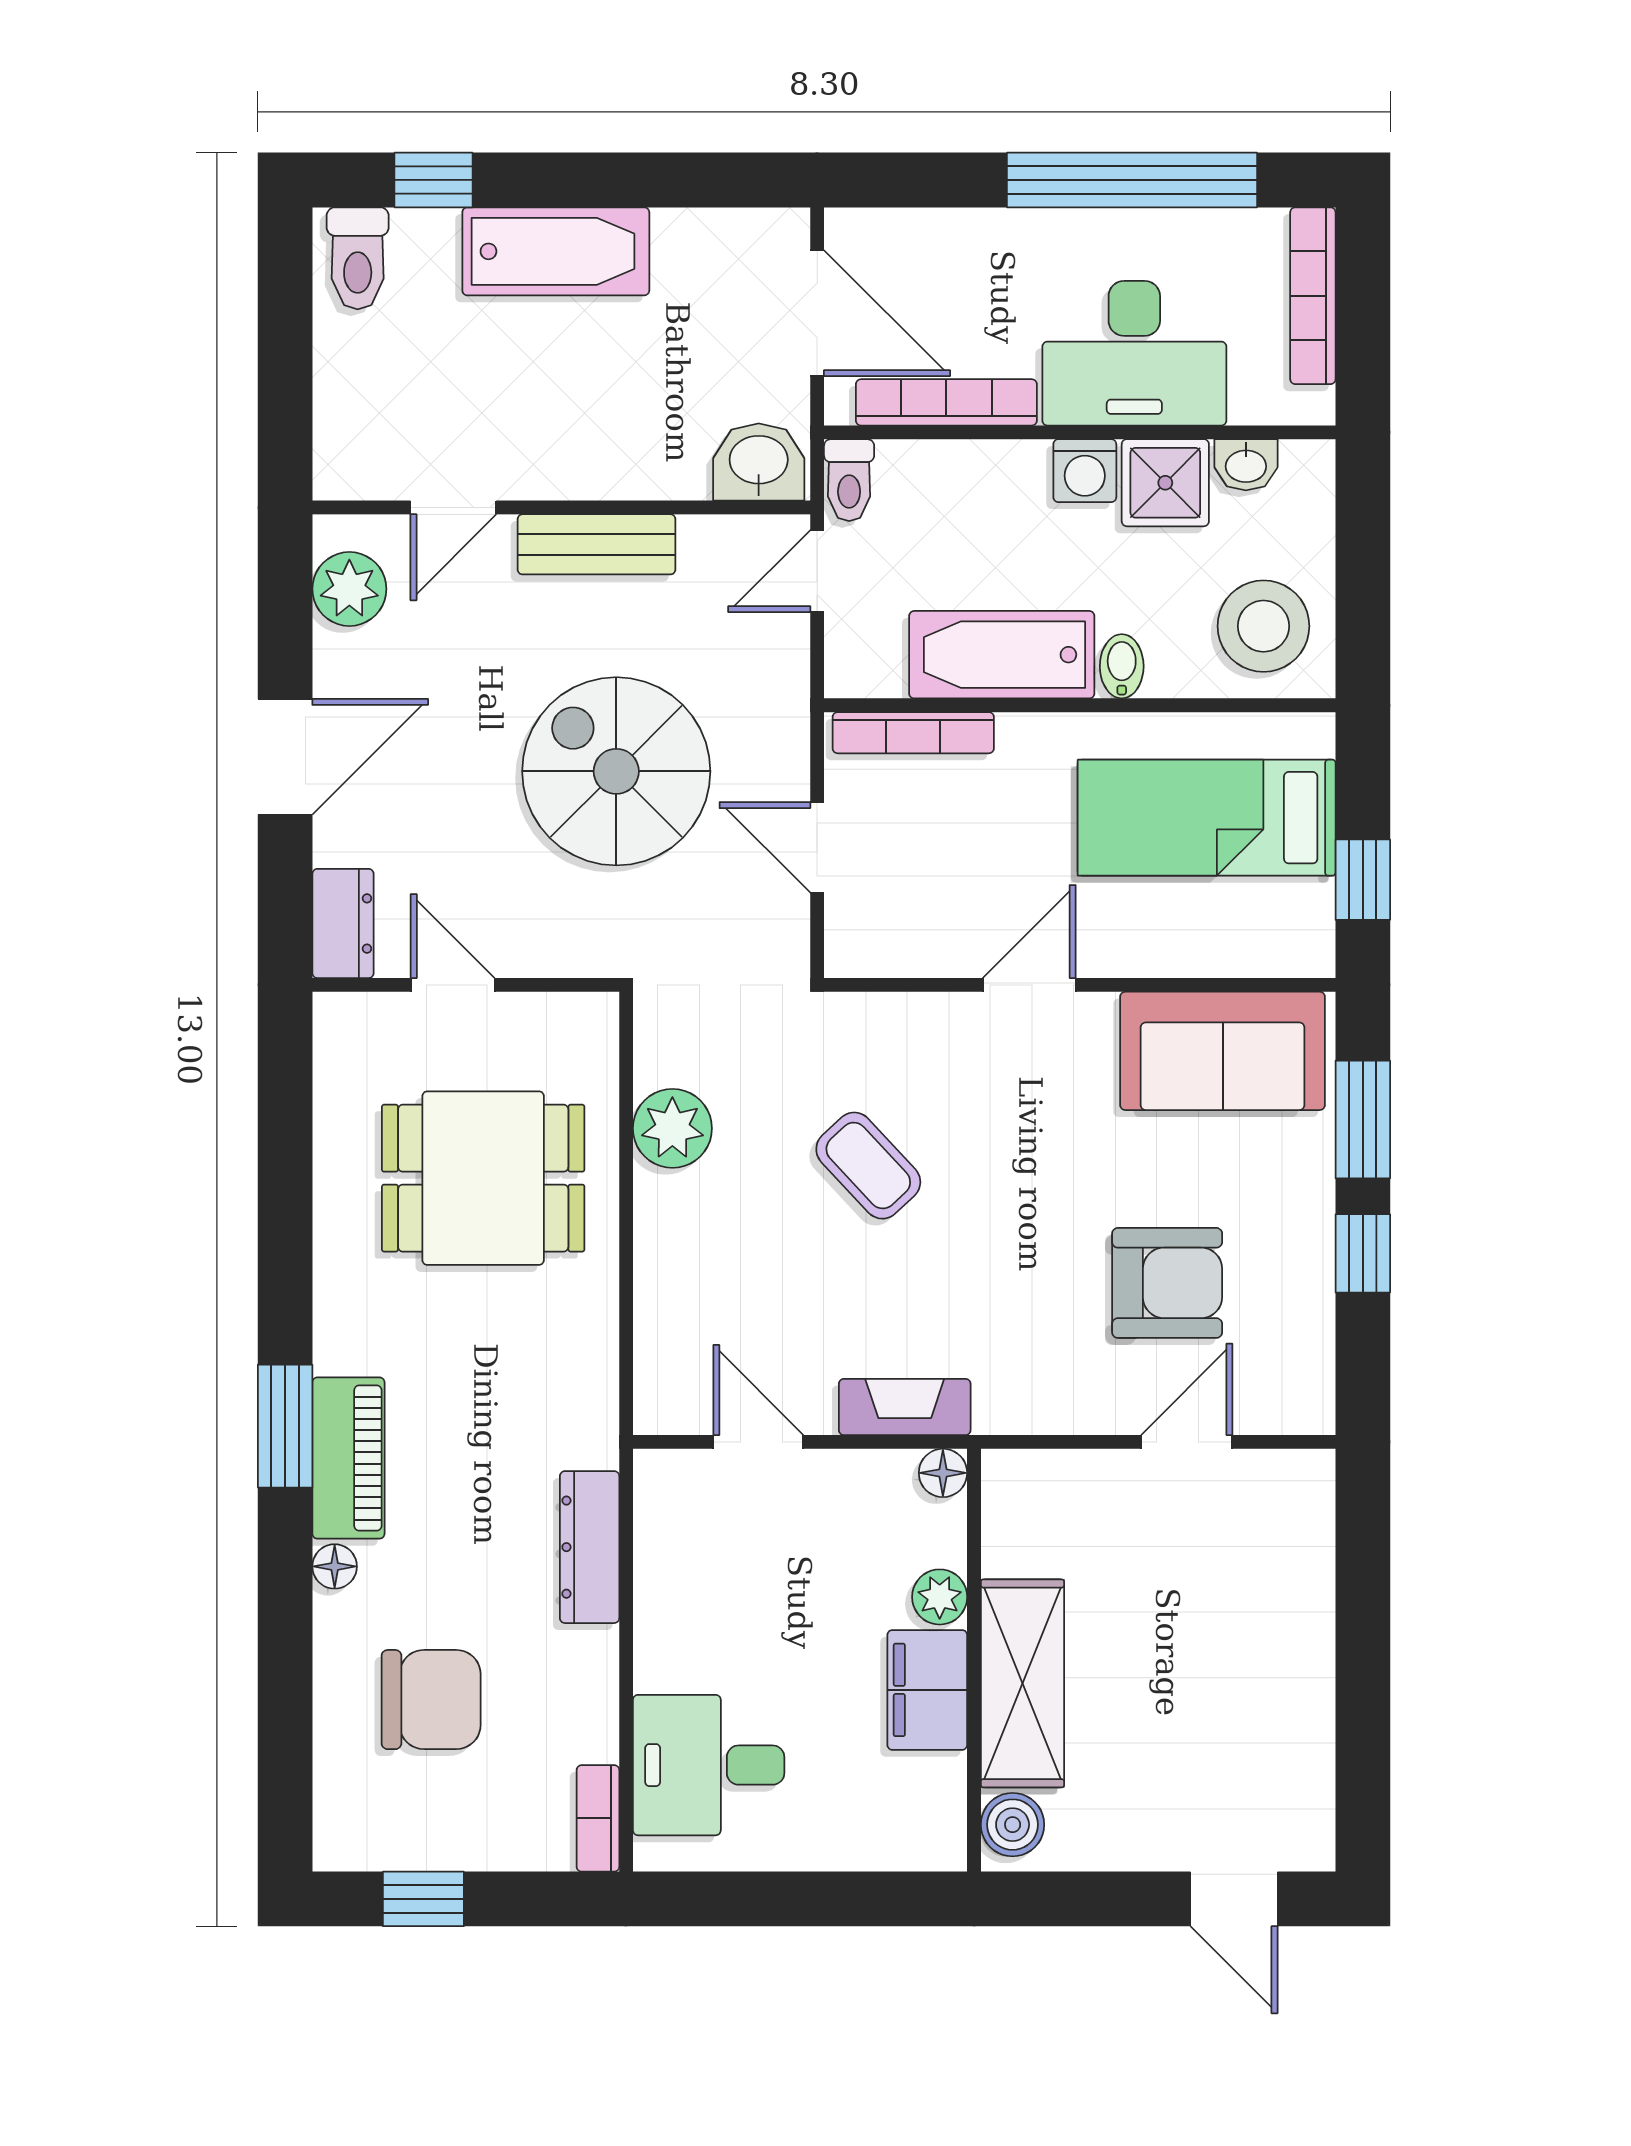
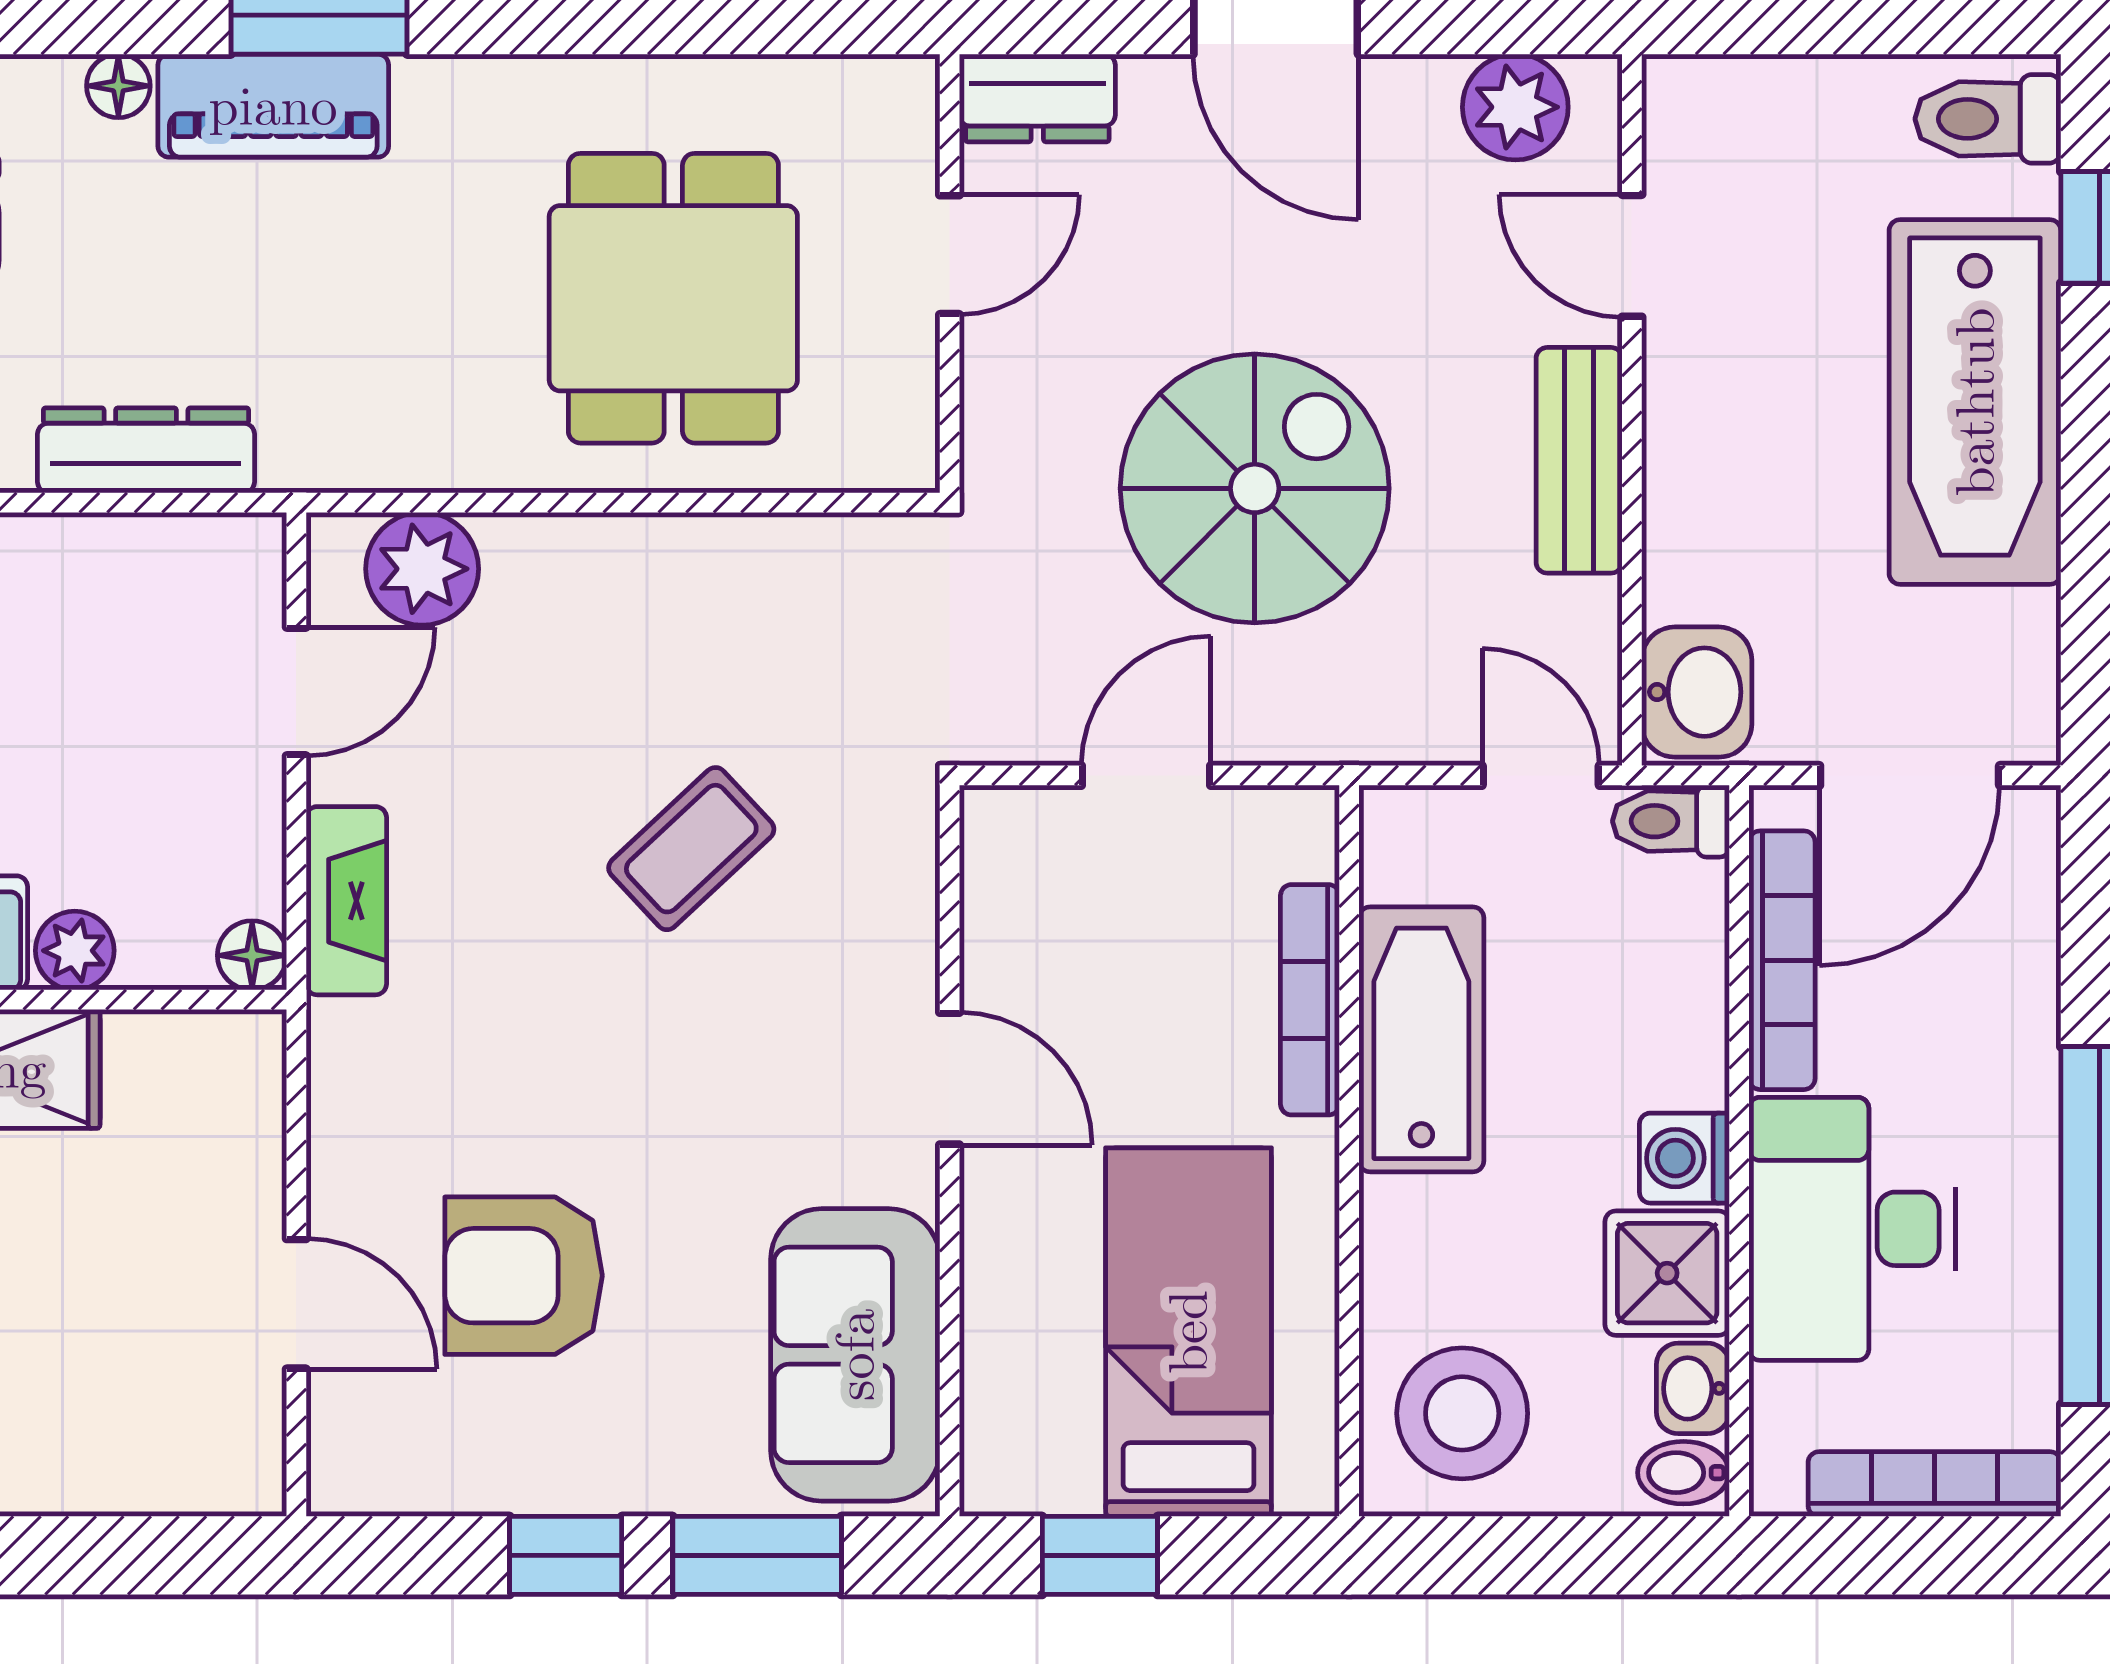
bathtub: (556, 251) -> (1975, 402), width x1.36, depth x1.36
bidet: (1122, 666) -> (1683, 1473), moved, turned 180
bookcase: (913, 733) -> (1310, 1000), moved
plant: (672, 1128) -> (422, 569), moved
armchair: (1167, 1283) -> (524, 1276), turned 90

